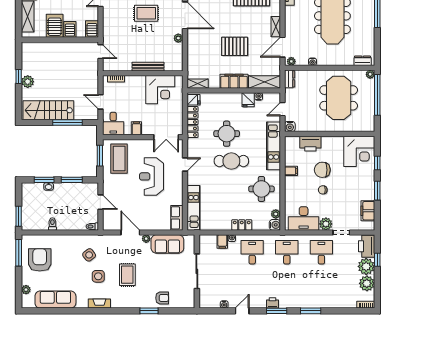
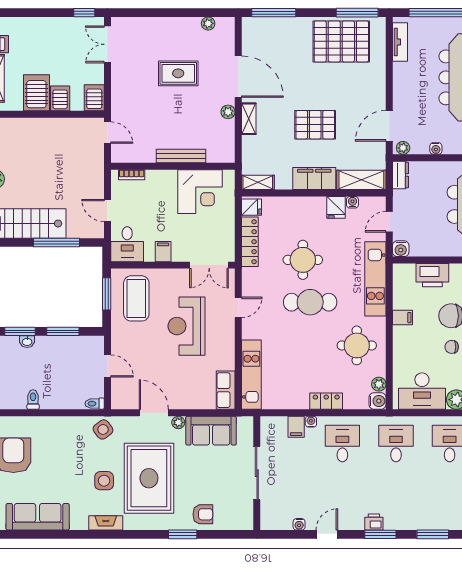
shelving: (276, 27) -> (249, 119), moved
side table: (89, 255) -> (103, 429), moved
rug: (127, 275) -> (149, 478), width x1.86, depth x2.06

